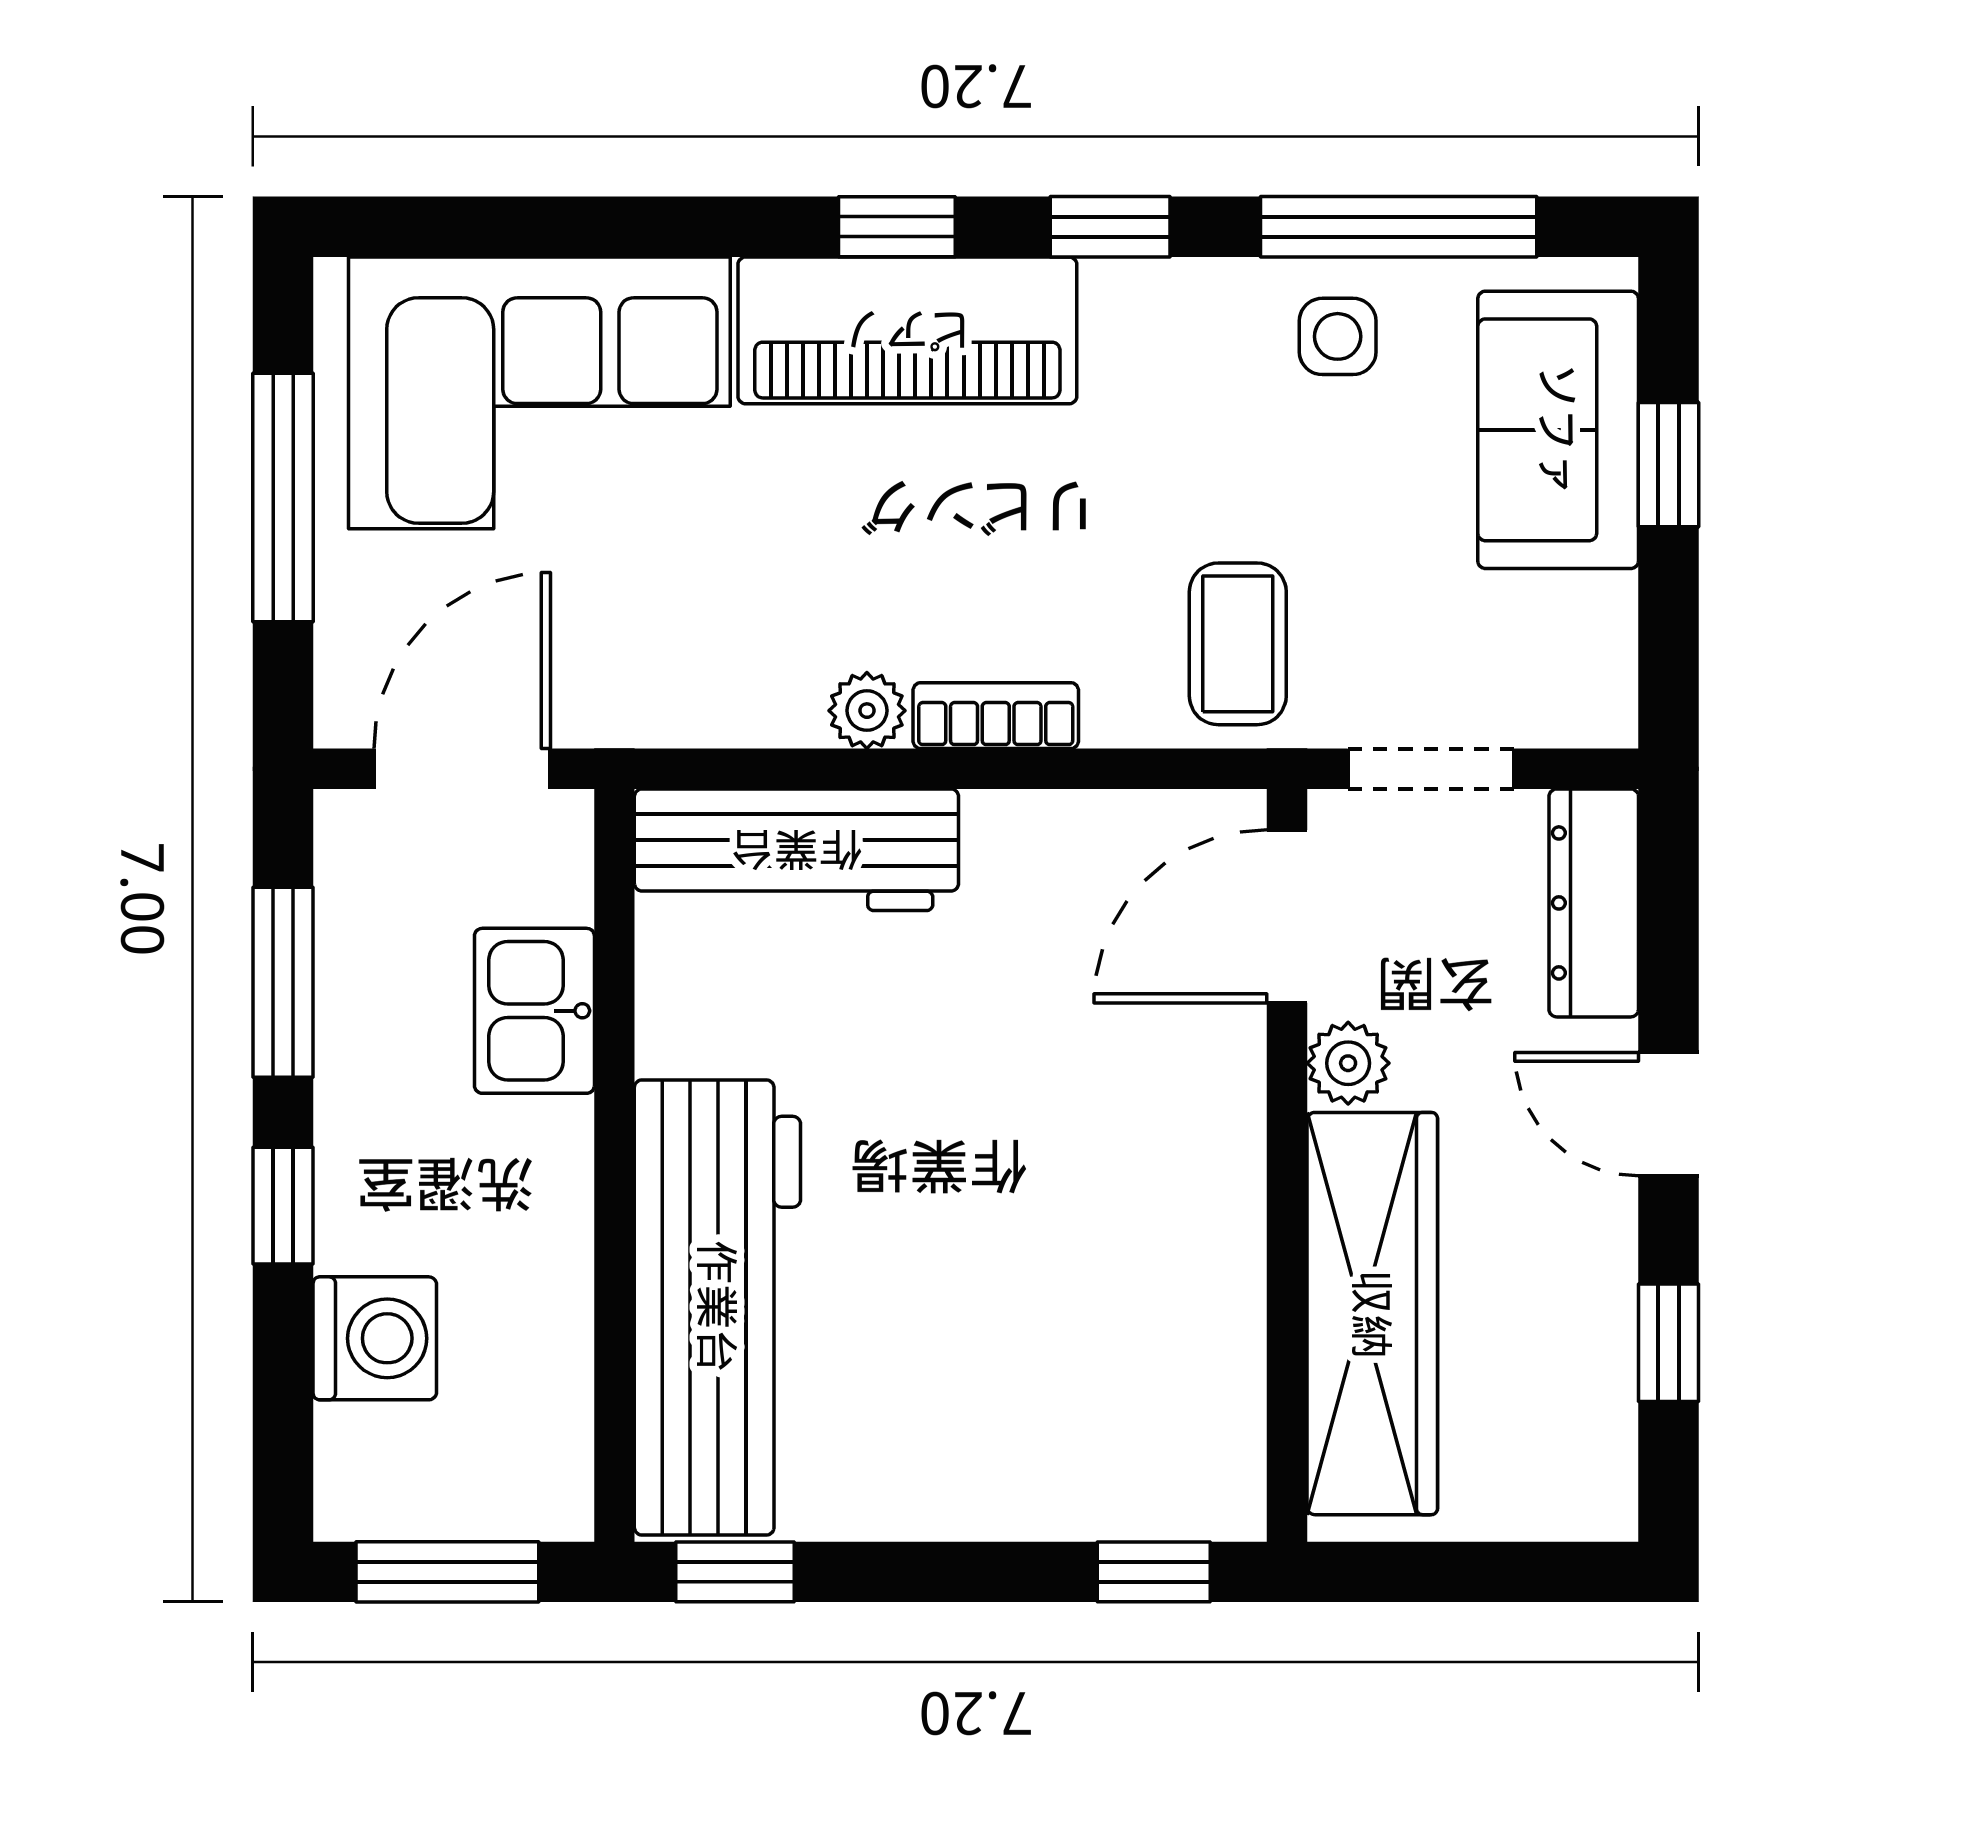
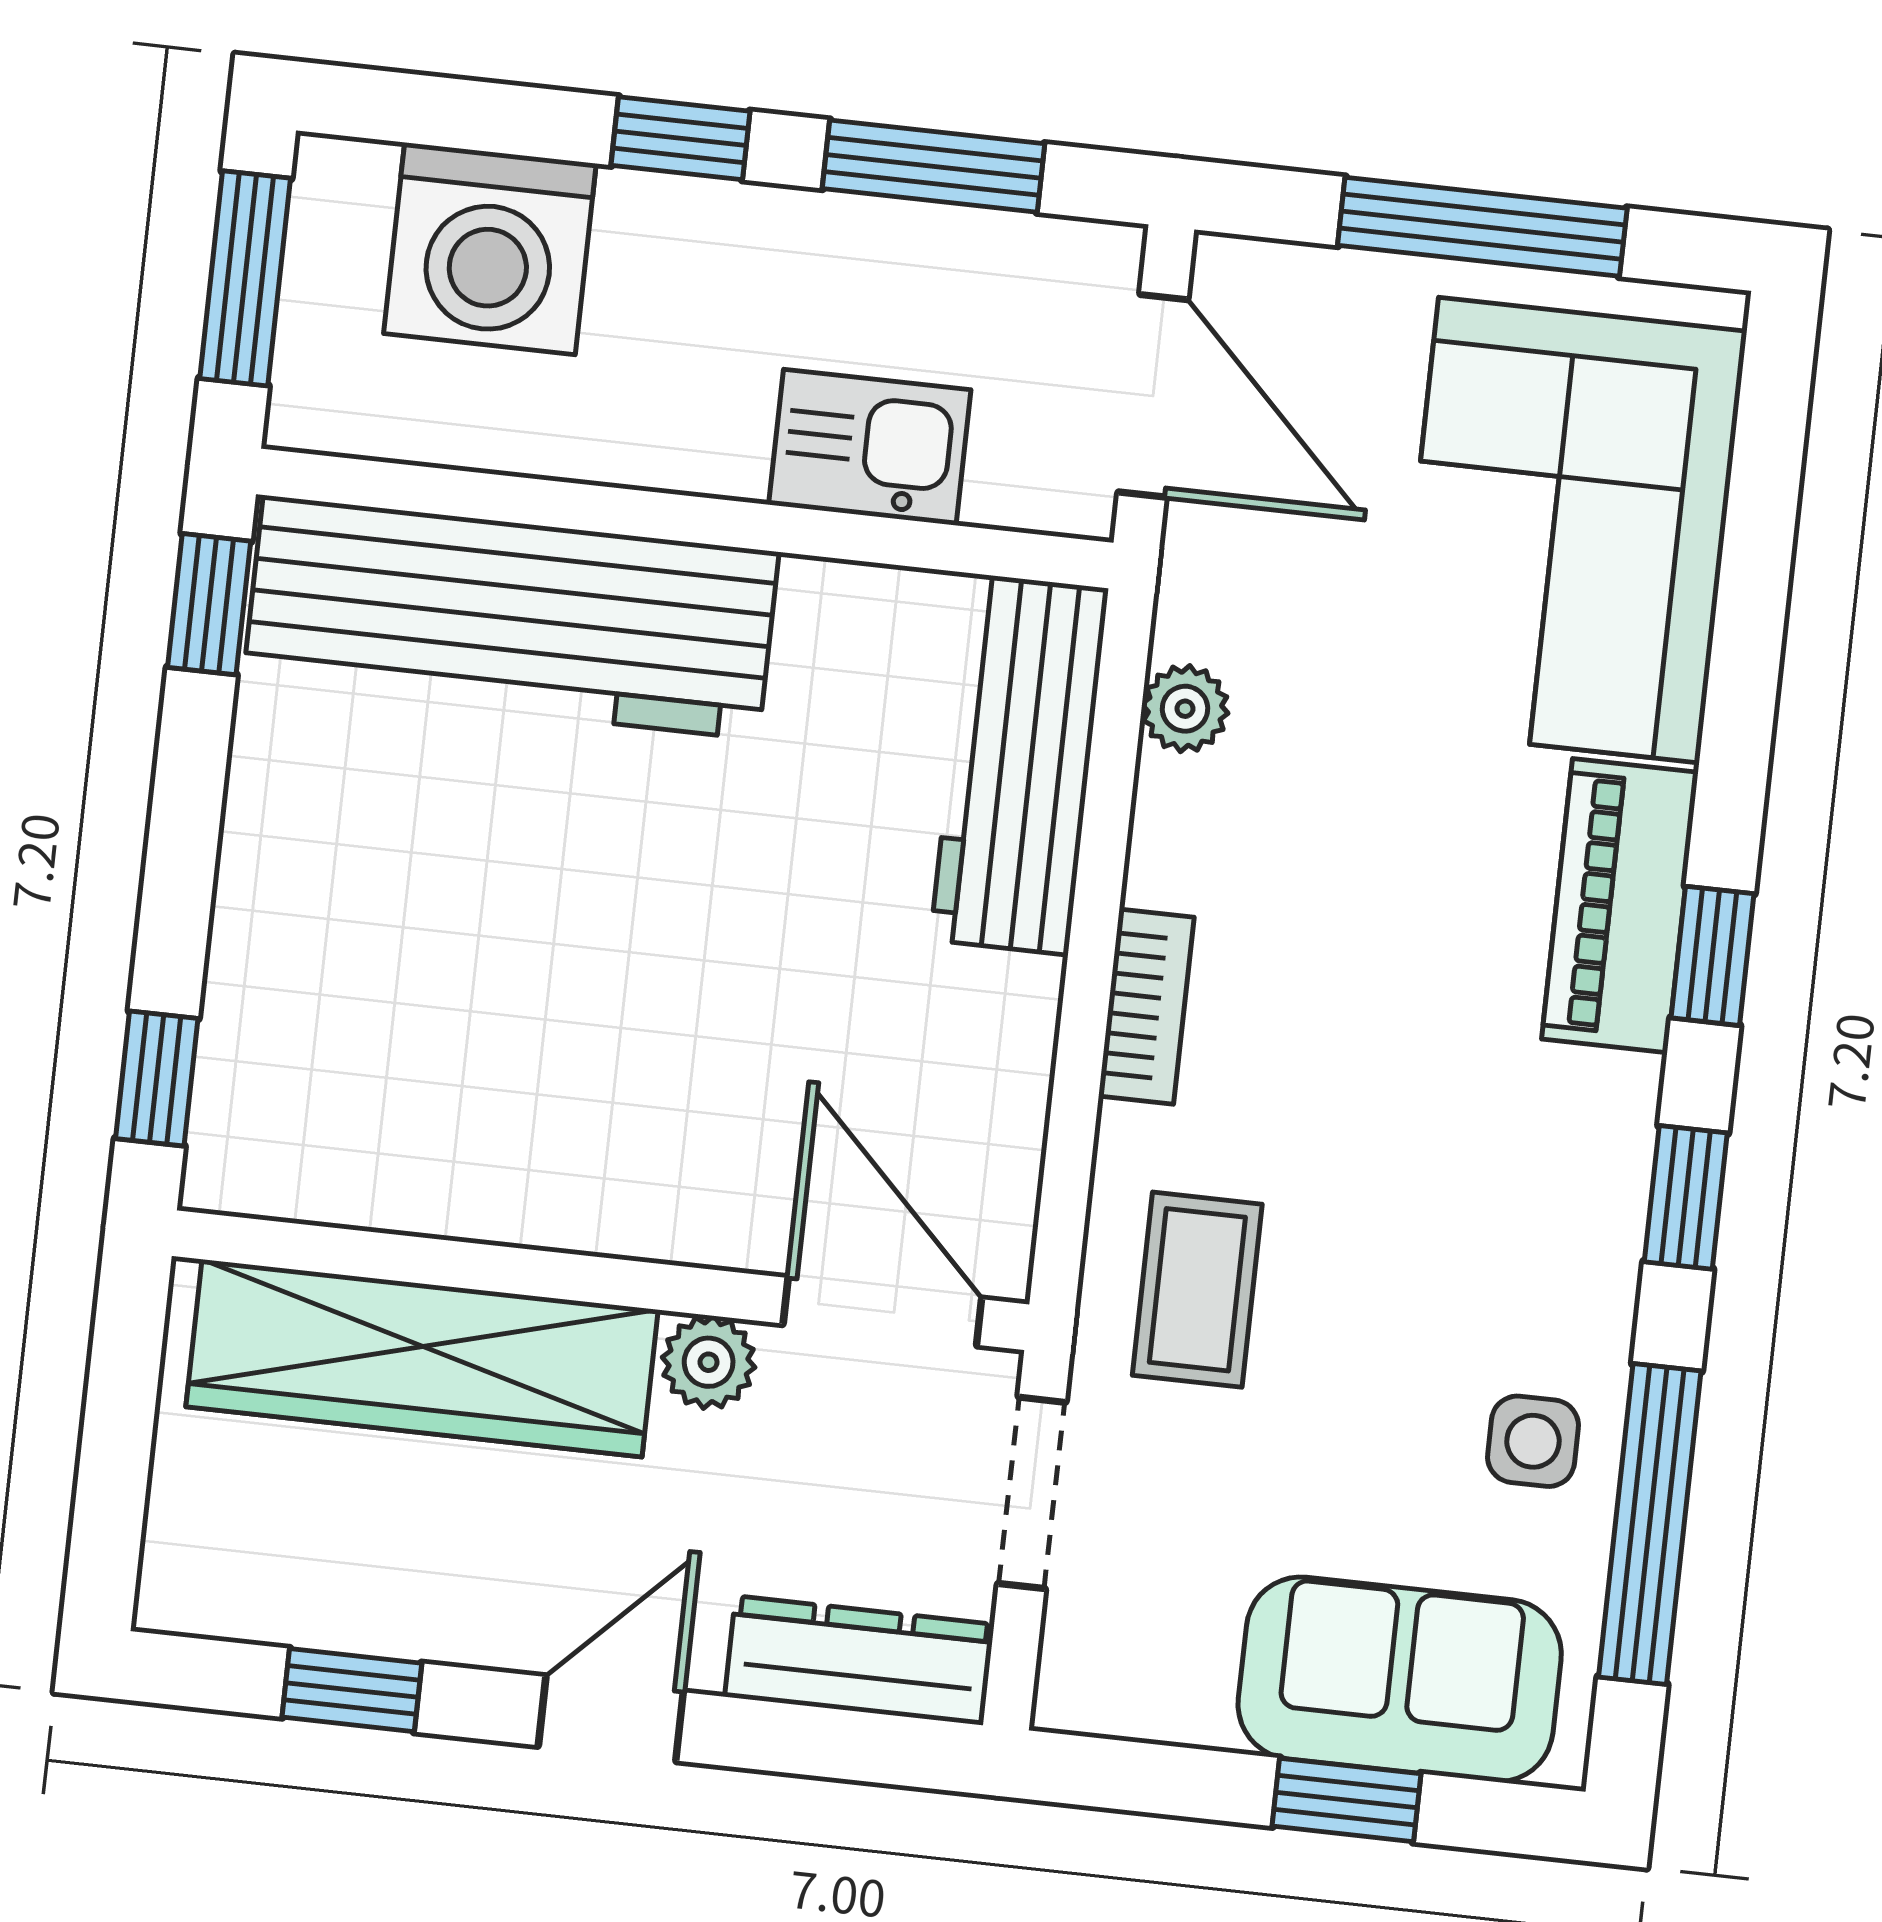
piano: (907, 330) -> (1620, 906), width x0.73, depth x0.75
coffee table: (1238, 644) -> (1197, 1290), turned 90
plant: (867, 711) -> (1185, 709), moved
washing machine: (375, 1338) -> (490, 249), width x1.37, depth x1.37

